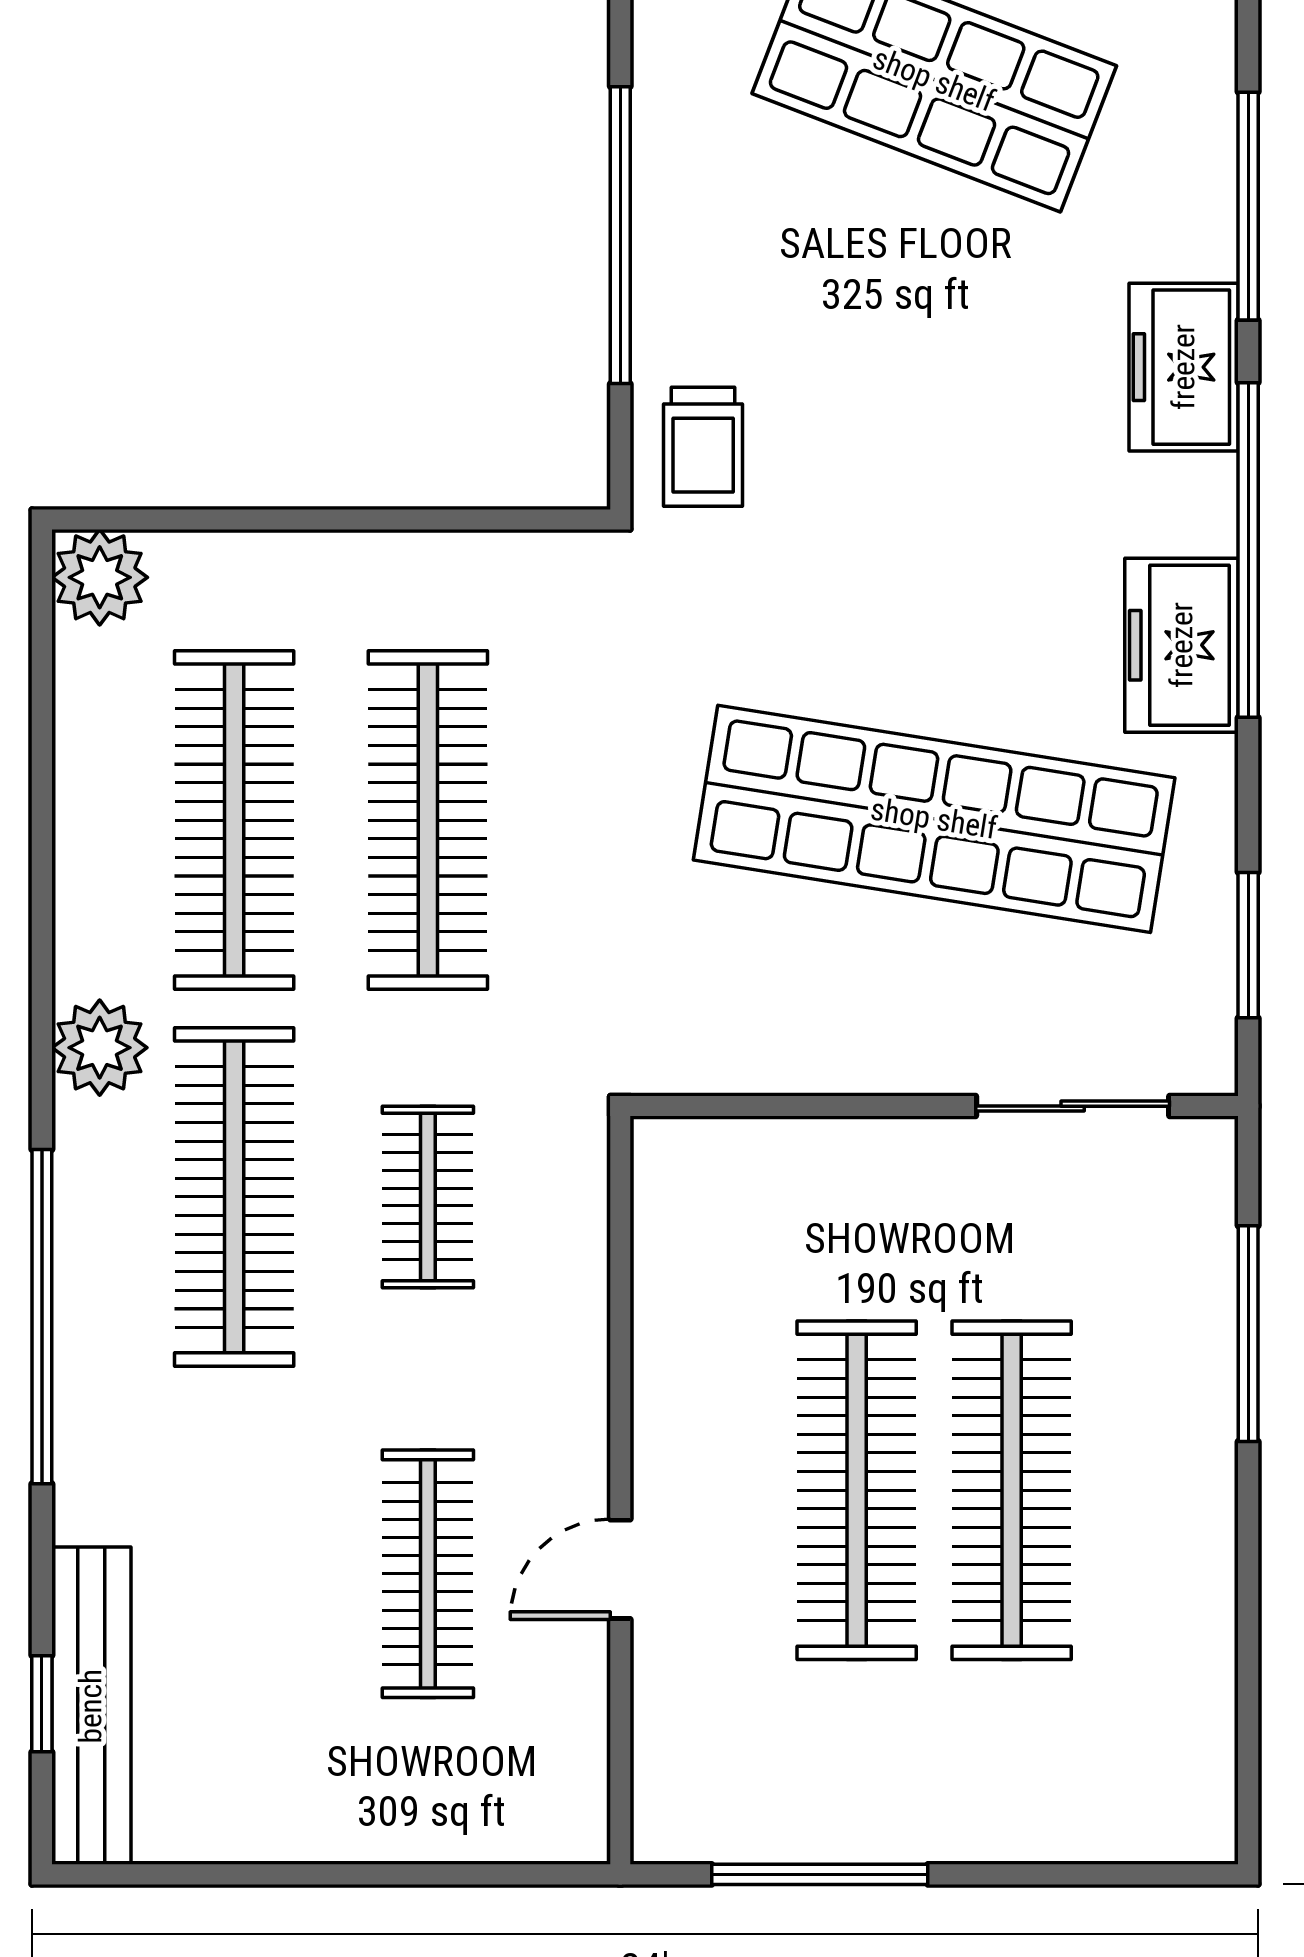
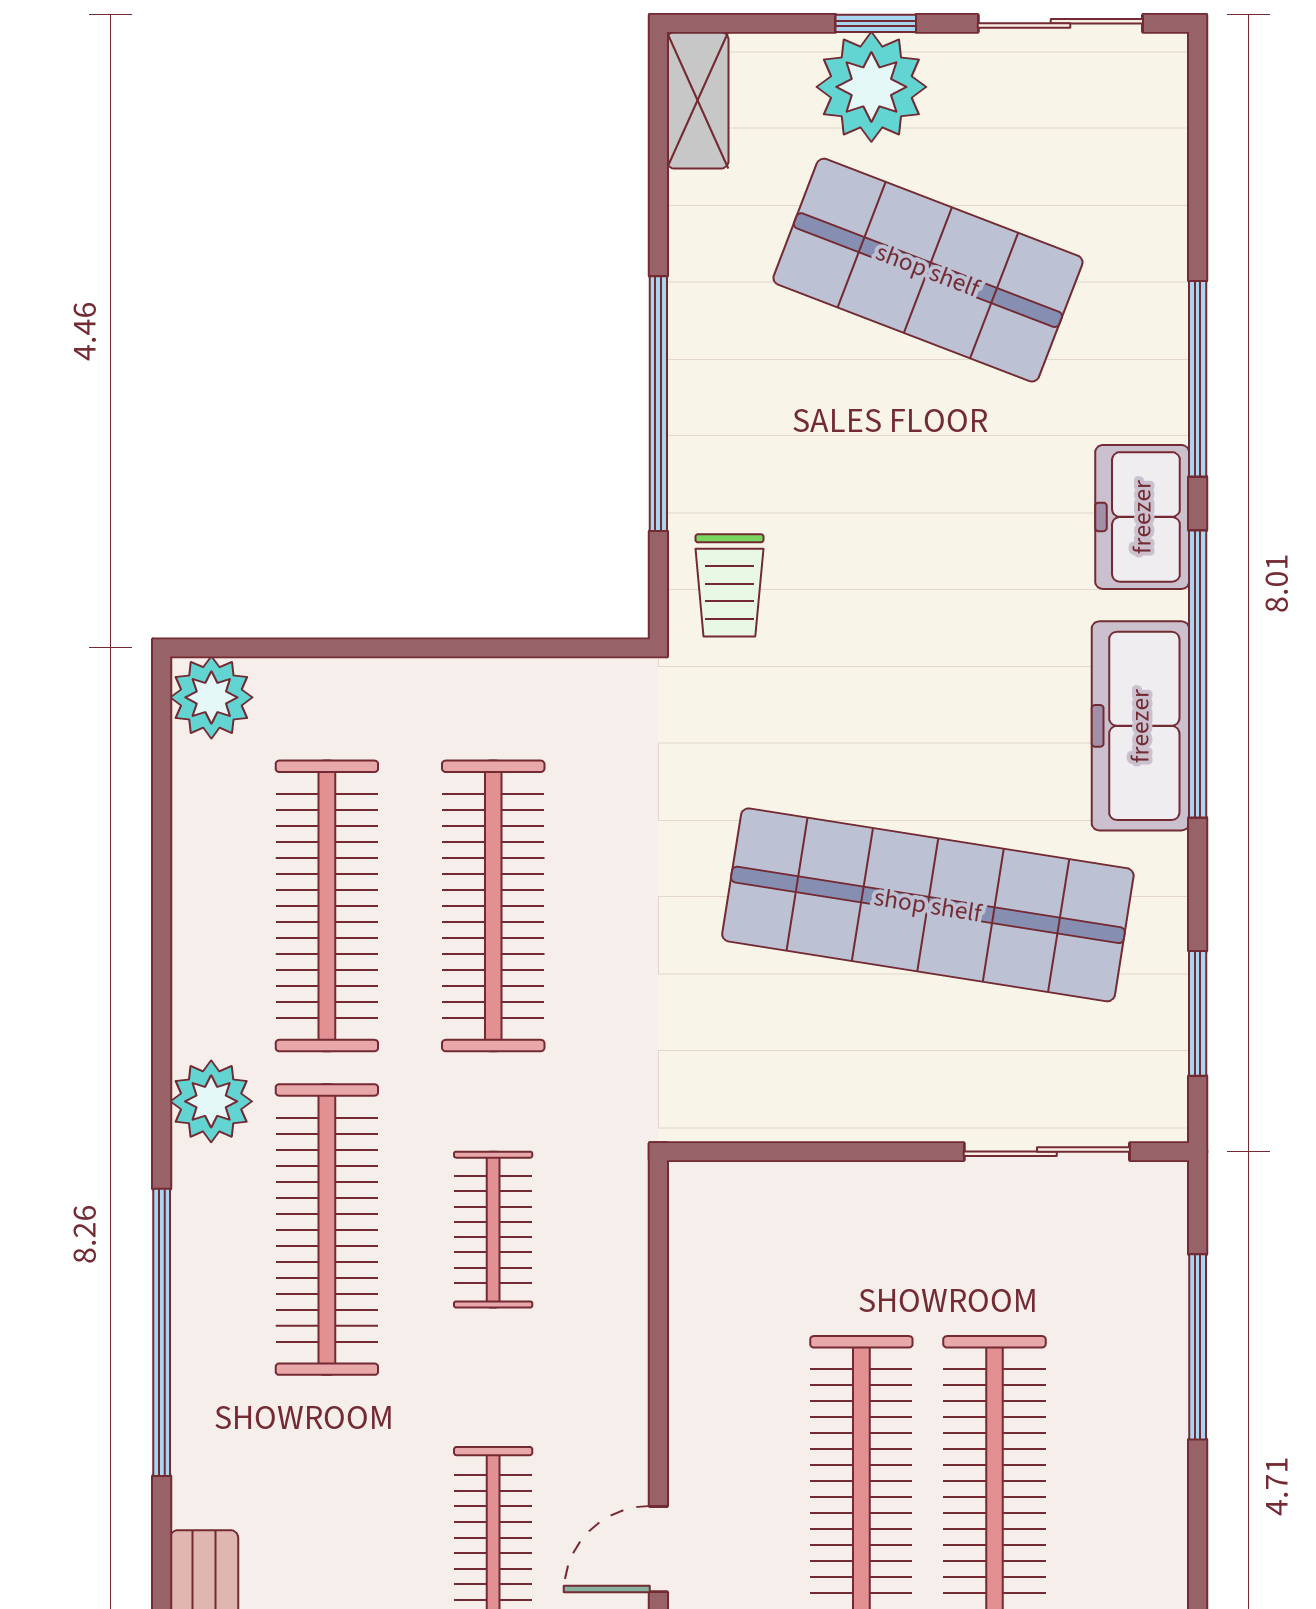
freezer: (1182, 645) -> (1140, 726), width x1.40

